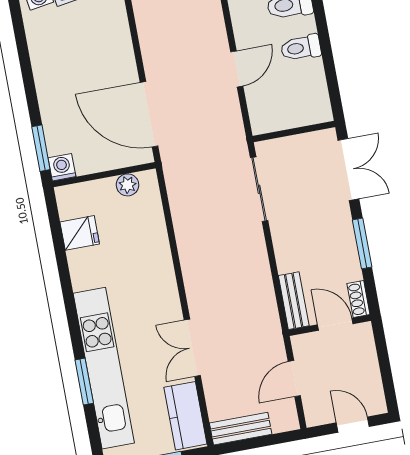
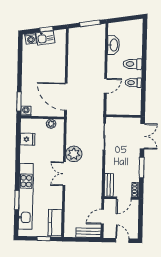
plant: (196, 245) -> (74, 154), added
door: (335, 324) -> (124, 198), swing flipped
double door: (192, 348) -> (64, 174), moved
bench: (241, 429) -> (88, 233), moved

